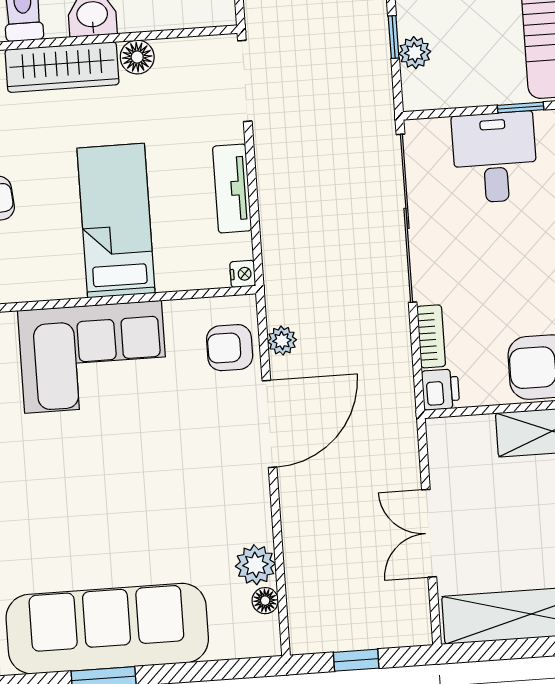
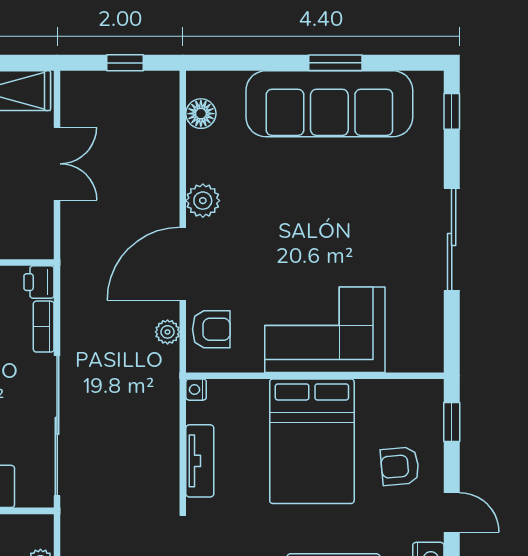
bed: (116, 221) -> (312, 441), width x1.50
plant: (255, 565) -> (203, 201), moved
floor lamp: (265, 601) -> (201, 114), width x1.37, depth x1.37

